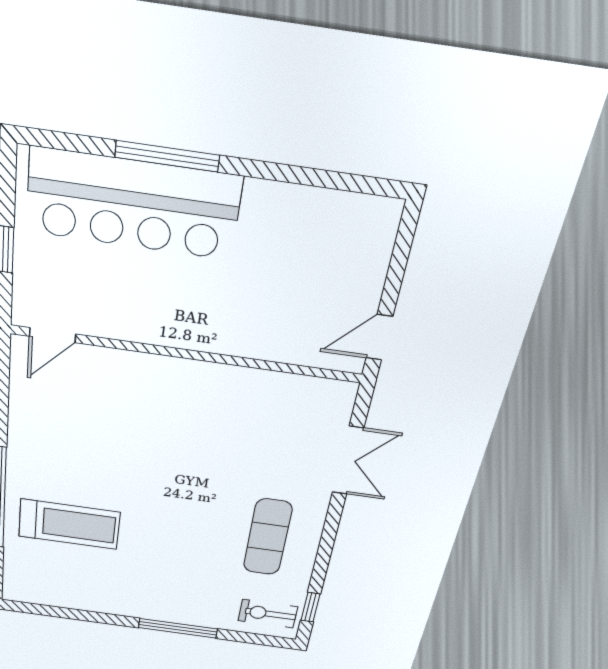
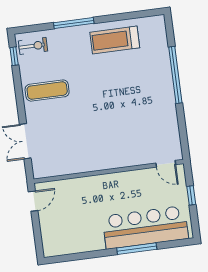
door: (53, 335) -> (166, 164), swing flipped
treadmill: (69, 524) -> (115, 40), moved
exercise mat: (268, 537) -> (47, 91), turned 90

